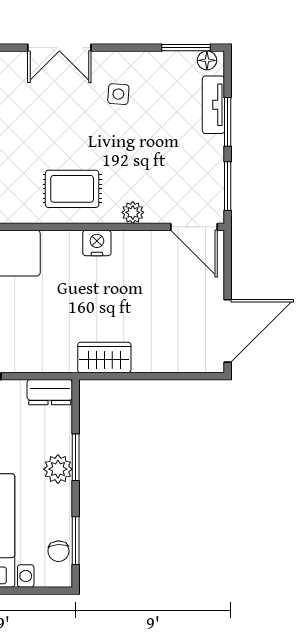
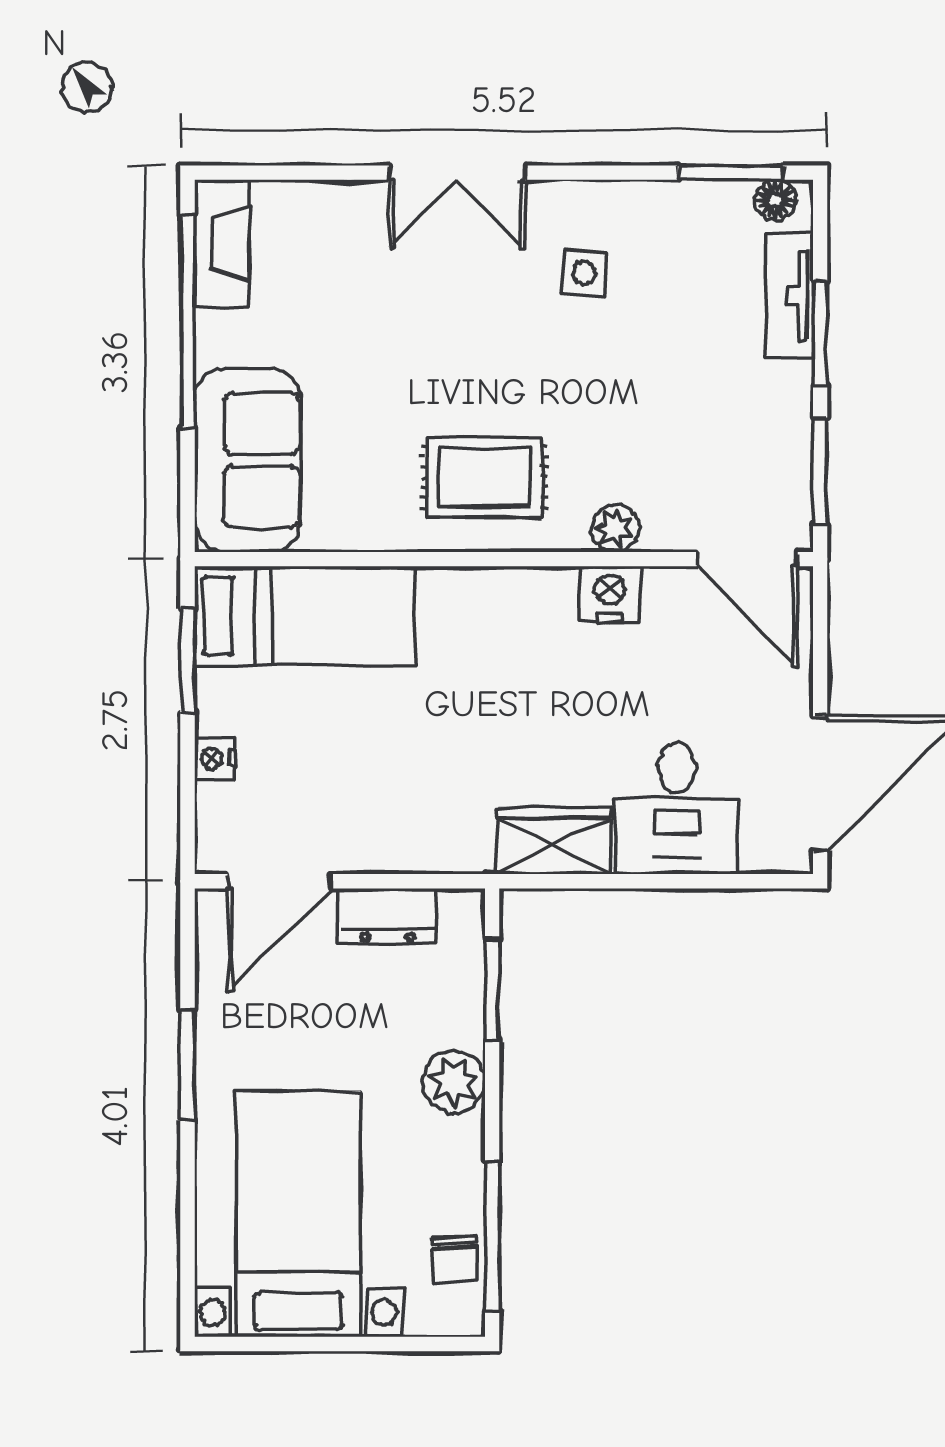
nightstand: (97, 243) -> (610, 594), moved
desk: (161, 342) -> (677, 808), added
dresser: (50, 392) -> (388, 916), moved
window: (76, 457) -> (492, 990), moved
window: (76, 541) -> (492, 1236), width x1.44

